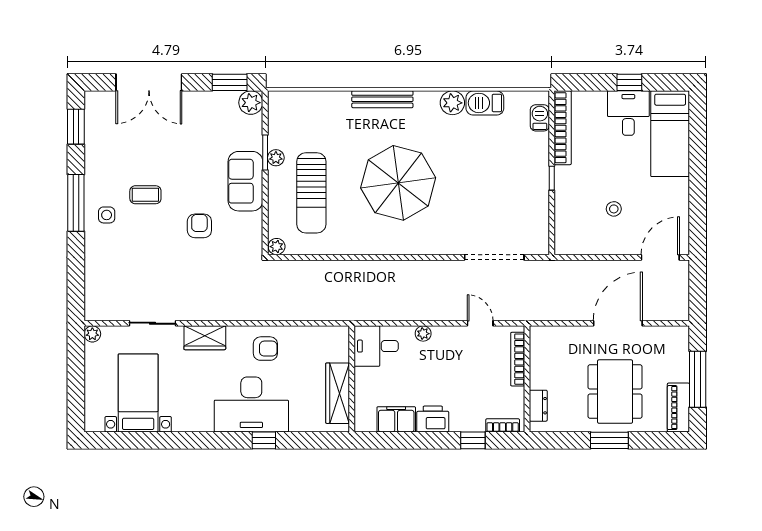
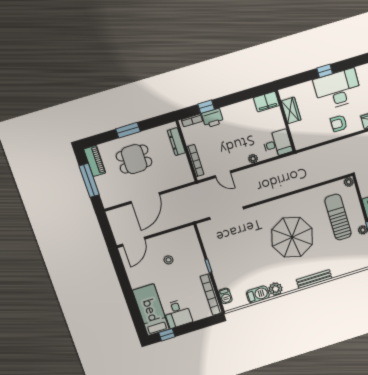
window: (629, 82) -> (167, 335), moved
dining table: (615, 392) -> (134, 159), width x0.73
wardrobe: (338, 393) -> (291, 110), width x0.67
dresser: (538, 406) -> (176, 142), width x1.44
filing cabinet: (396, 419) -> (266, 102), moved
printer: (433, 419) -> (213, 118), moved

